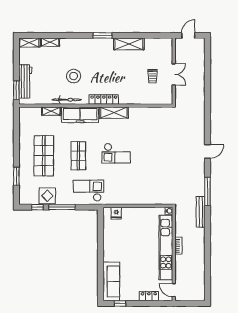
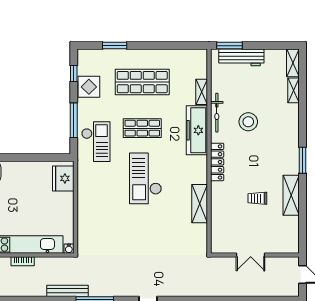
trolley: (153, 76) -> (257, 198), moved
shelving: (114, 113) -> (200, 204), moved
checkout: (116, 153) -> (145, 178), width x1.36, depth x1.21
window: (62, 207) -> (74, 120), moved
fridge: (116, 213) -> (63, 178), width x1.88, depth x1.34

